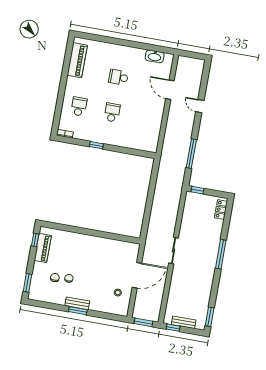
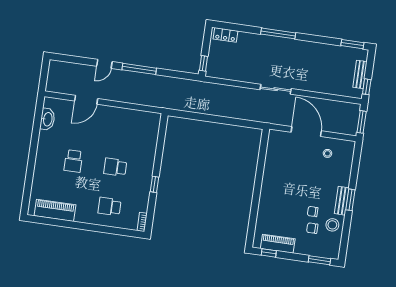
window: (191, 154) -> (139, 69), moved
stool: (57, 295) -> (332, 225), added

